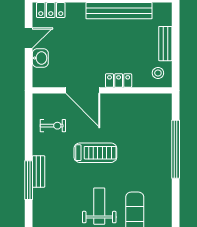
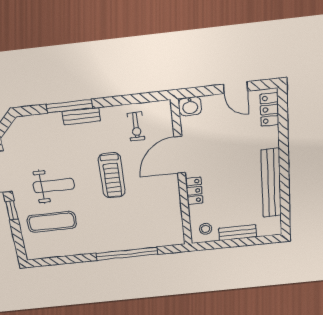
washbasin: (40, 58) -> (190, 106), moved

